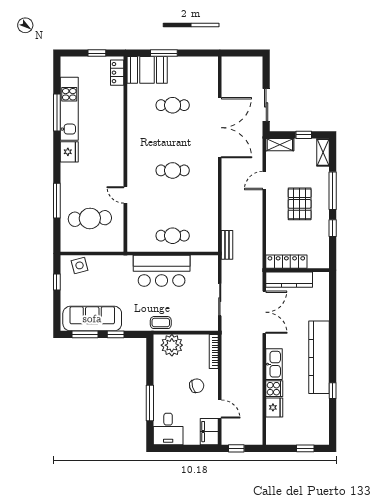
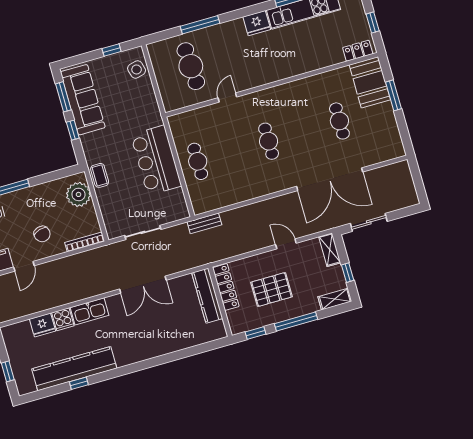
locker: (286, 262) -> (226, 287), moved
wall: (298, 270) -> (220, 302), moved
kitchen counter: (289, 280) -> (207, 296), moved
kitchen counter: (319, 357) -> (74, 369), moved

